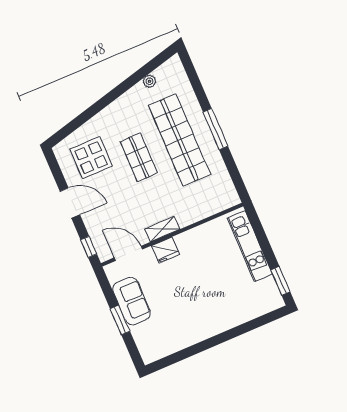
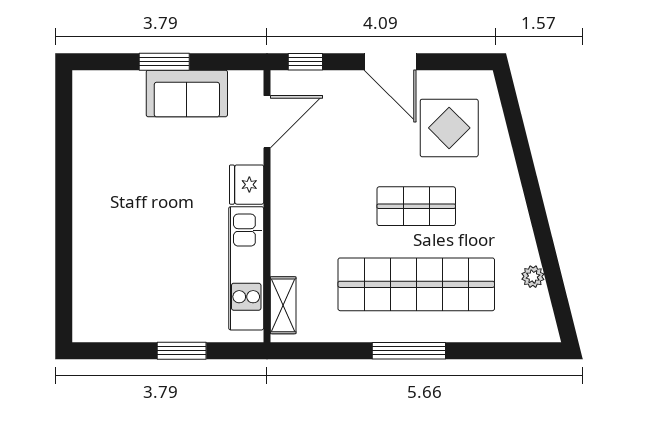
door: (70, 203) -> (390, 62), hinge flipped
shelving: (162, 229) -> (283, 305), moved
kitchen unit: (250, 246) -> (246, 268), moved, turned -90
window: (280, 281) -> (182, 351), moved

